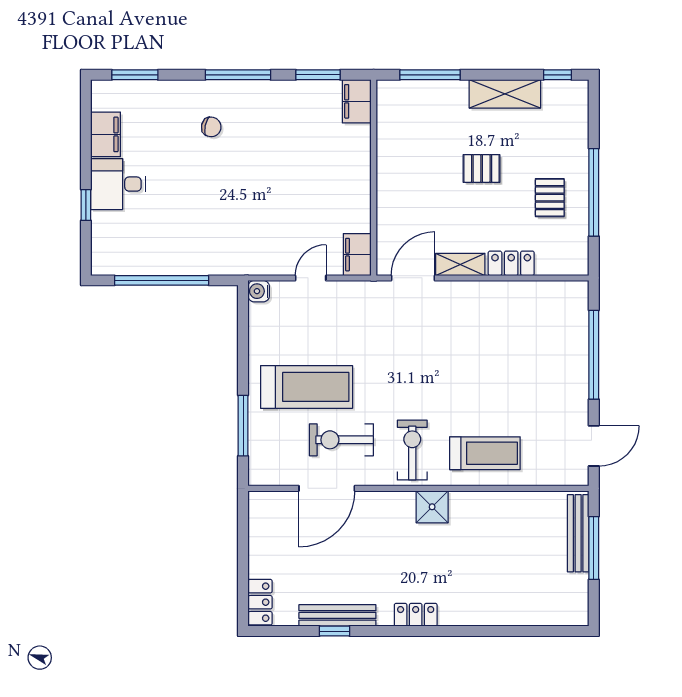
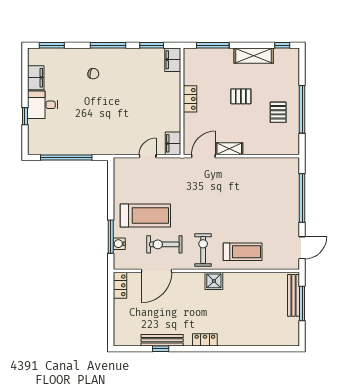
locker: (511, 263) -> (190, 99), moved, turned 90
water cooler: (259, 291) -> (119, 244), moved
locker: (260, 602) -> (120, 285), moved

